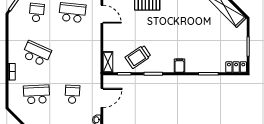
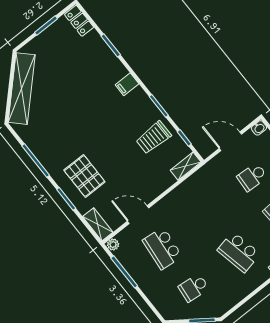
door: (102, 14) -> (138, 215), hinge flipped
school desk: (37, 53) -> (239, 252), turned -36
trolley: (138, 57) -> (153, 138), turned 124

